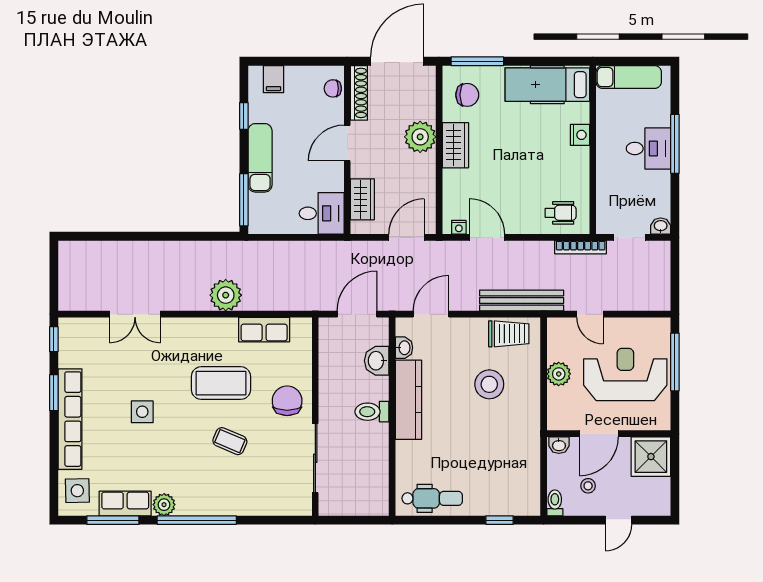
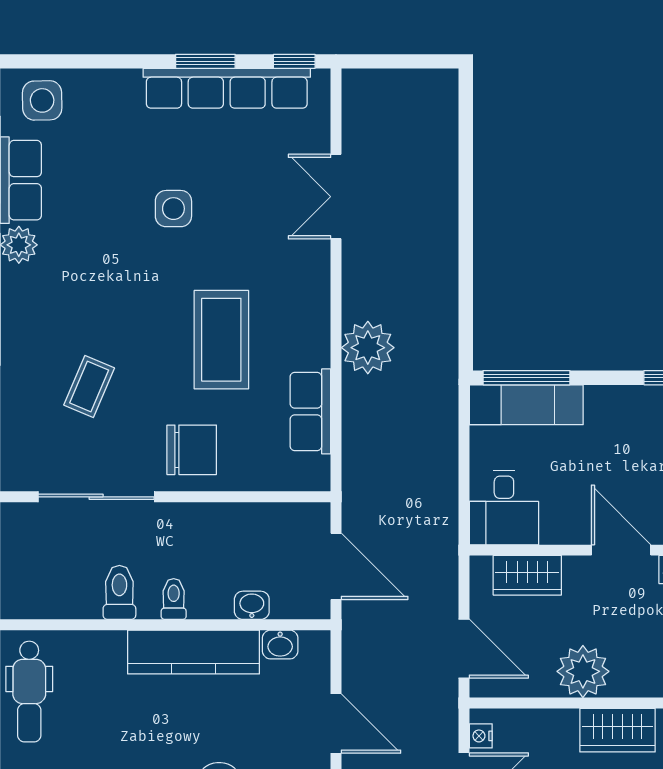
plant: (420, 137) -> (583, 671), moved
exam couch: (260, 158) -> (526, 405), moved
door: (431, 314) -> (336, 724), moved
washbasin: (377, 361) -> (252, 605), width x0.72, depth x0.69
toilet: (372, 412) -> (174, 599), width x0.73, depth x0.72
row of seats: (70, 419) -> (227, 88), moved
coffee table: (230, 441) -> (89, 386), moved
toilet: (373, 444) -> (119, 592), added

